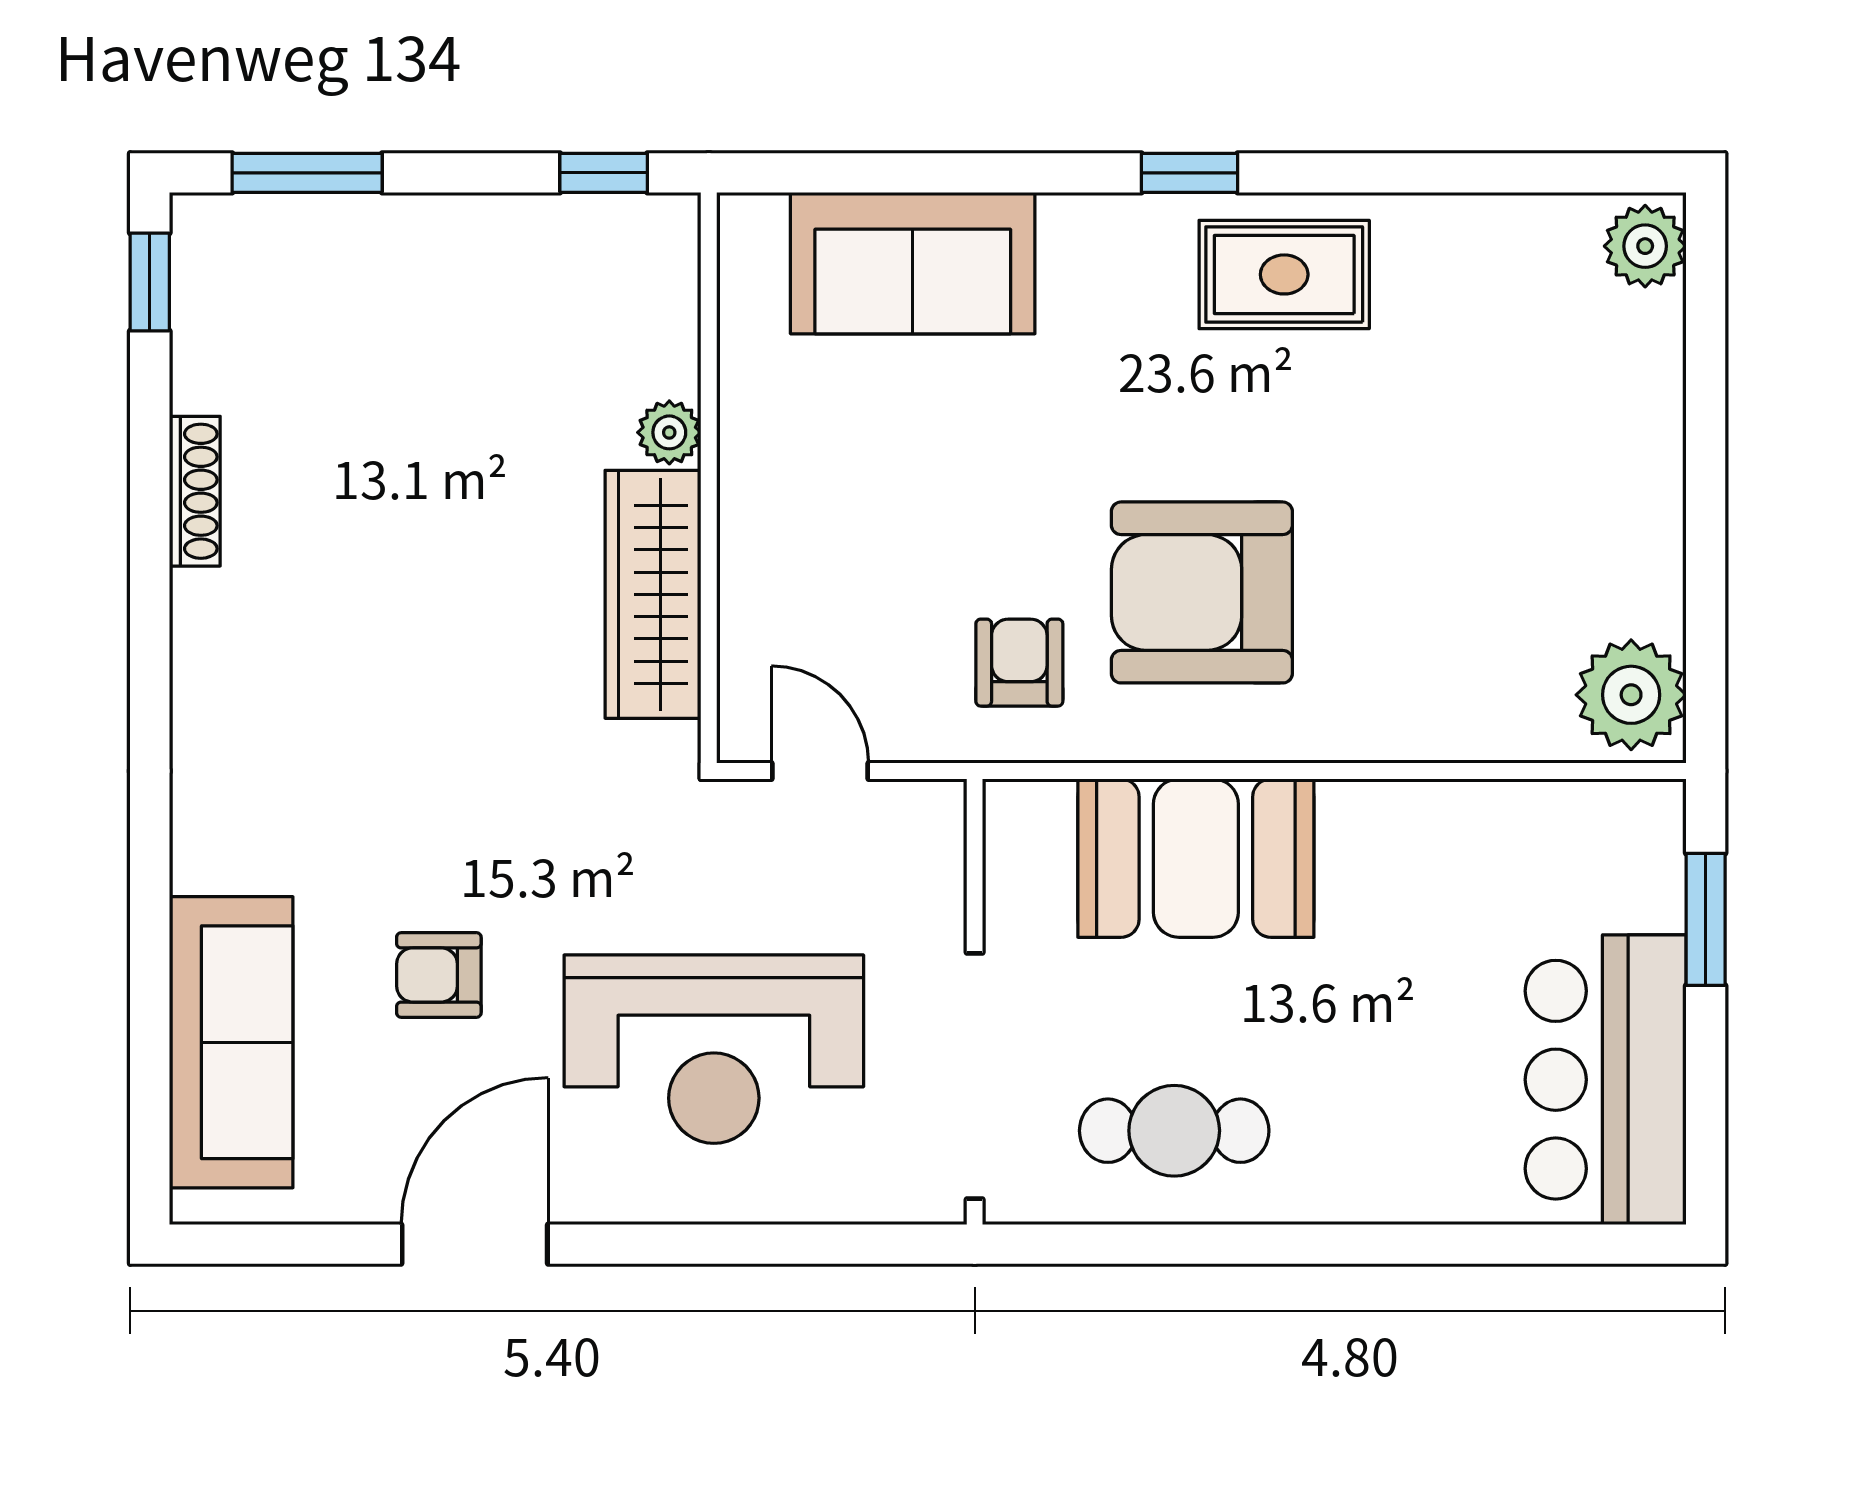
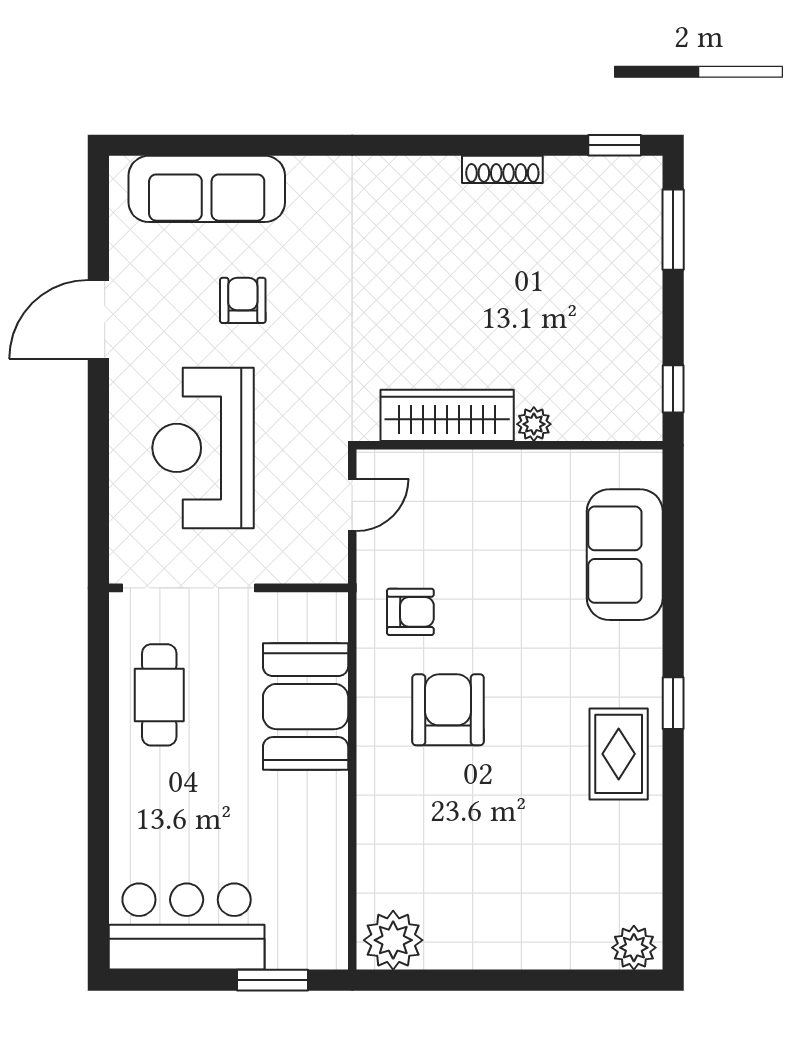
armchair: (1202, 592) -> (448, 710), width x0.73, depth x0.73
door: (475, 1244) -> (98, 320), swing flipped

